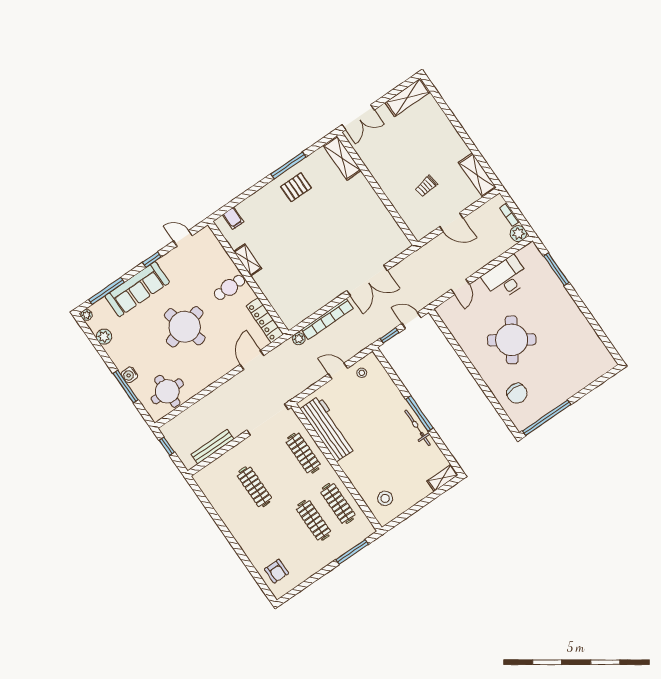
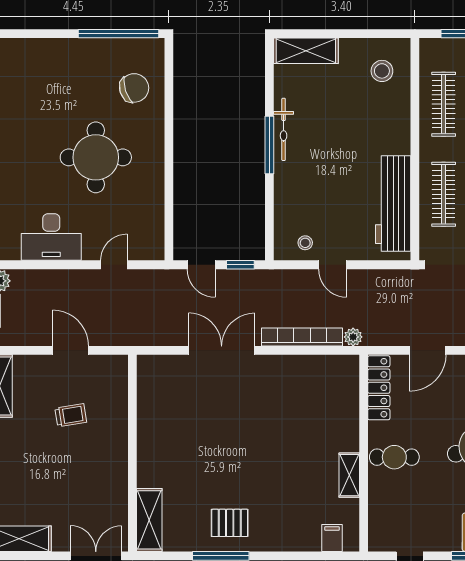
round table: (512, 340) -> (96, 157), turned -33
chair: (517, 393) -> (134, 88), turned 72
shelving: (443, 478) -> (306, 51), width x1.50, depth x1.33

